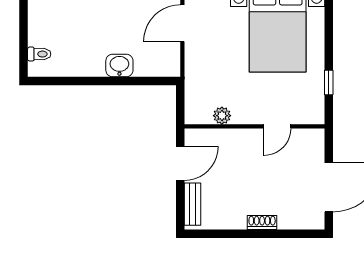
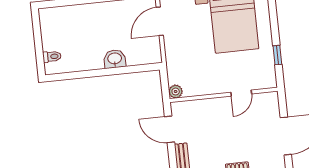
plant: (222, 116) -> (176, 92), moved
door: (180, 163) -> (169, 129), swing flipped

